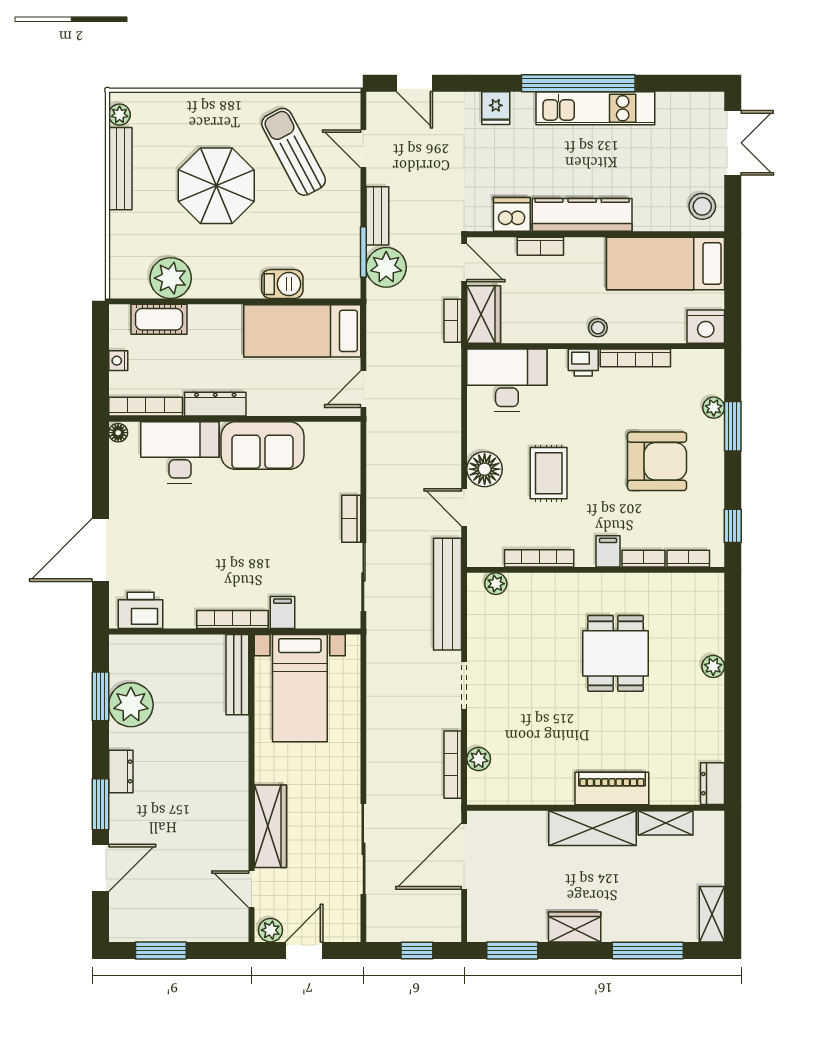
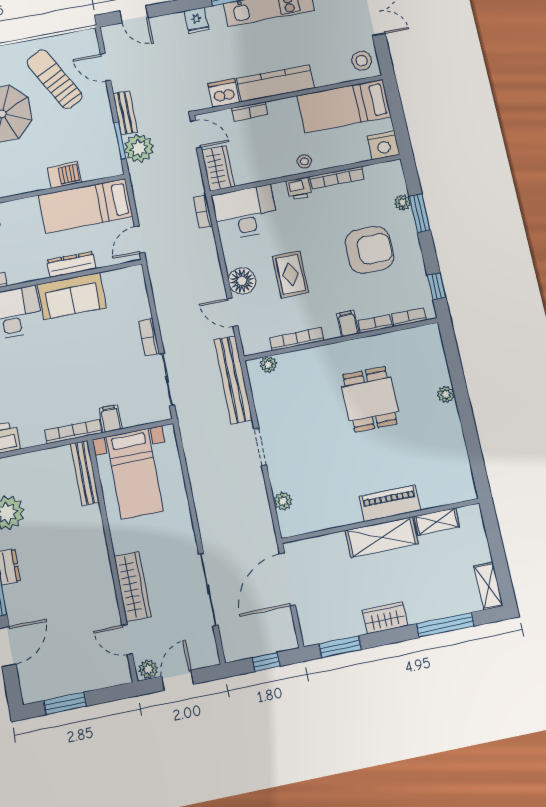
bookcase: (453, 321) -> (203, 212), moved
dresser: (215, 404) -> (71, 264), moved
bookcase: (453, 765) -> (264, 510), removed
dresser: (713, 784) -> (466, 484), removed

